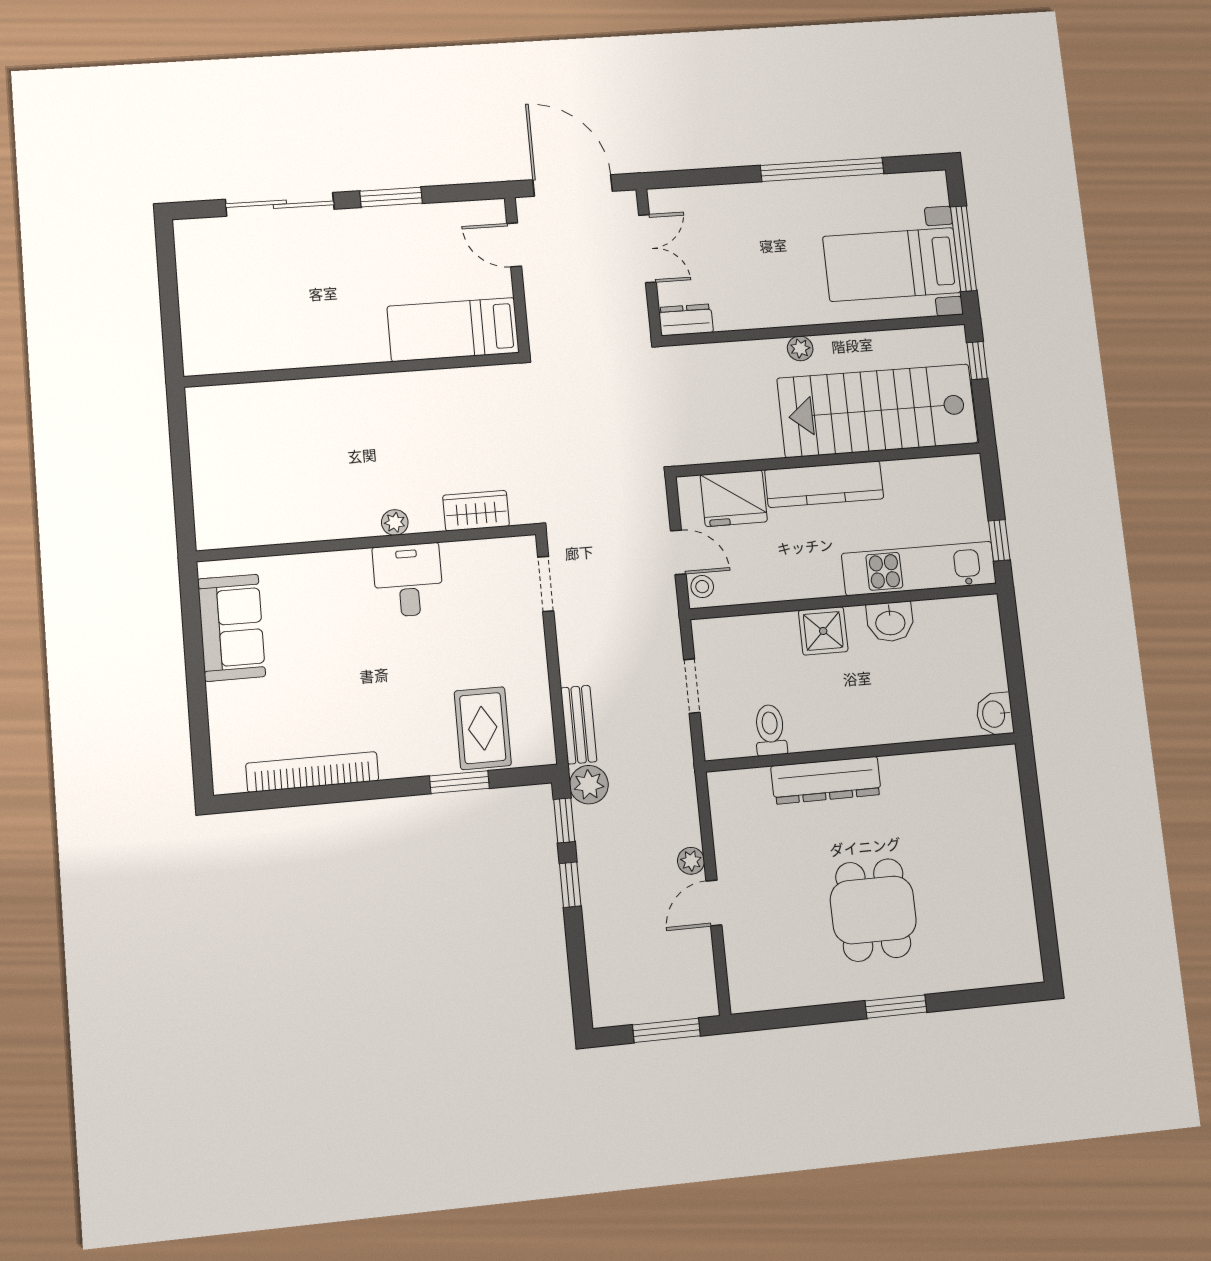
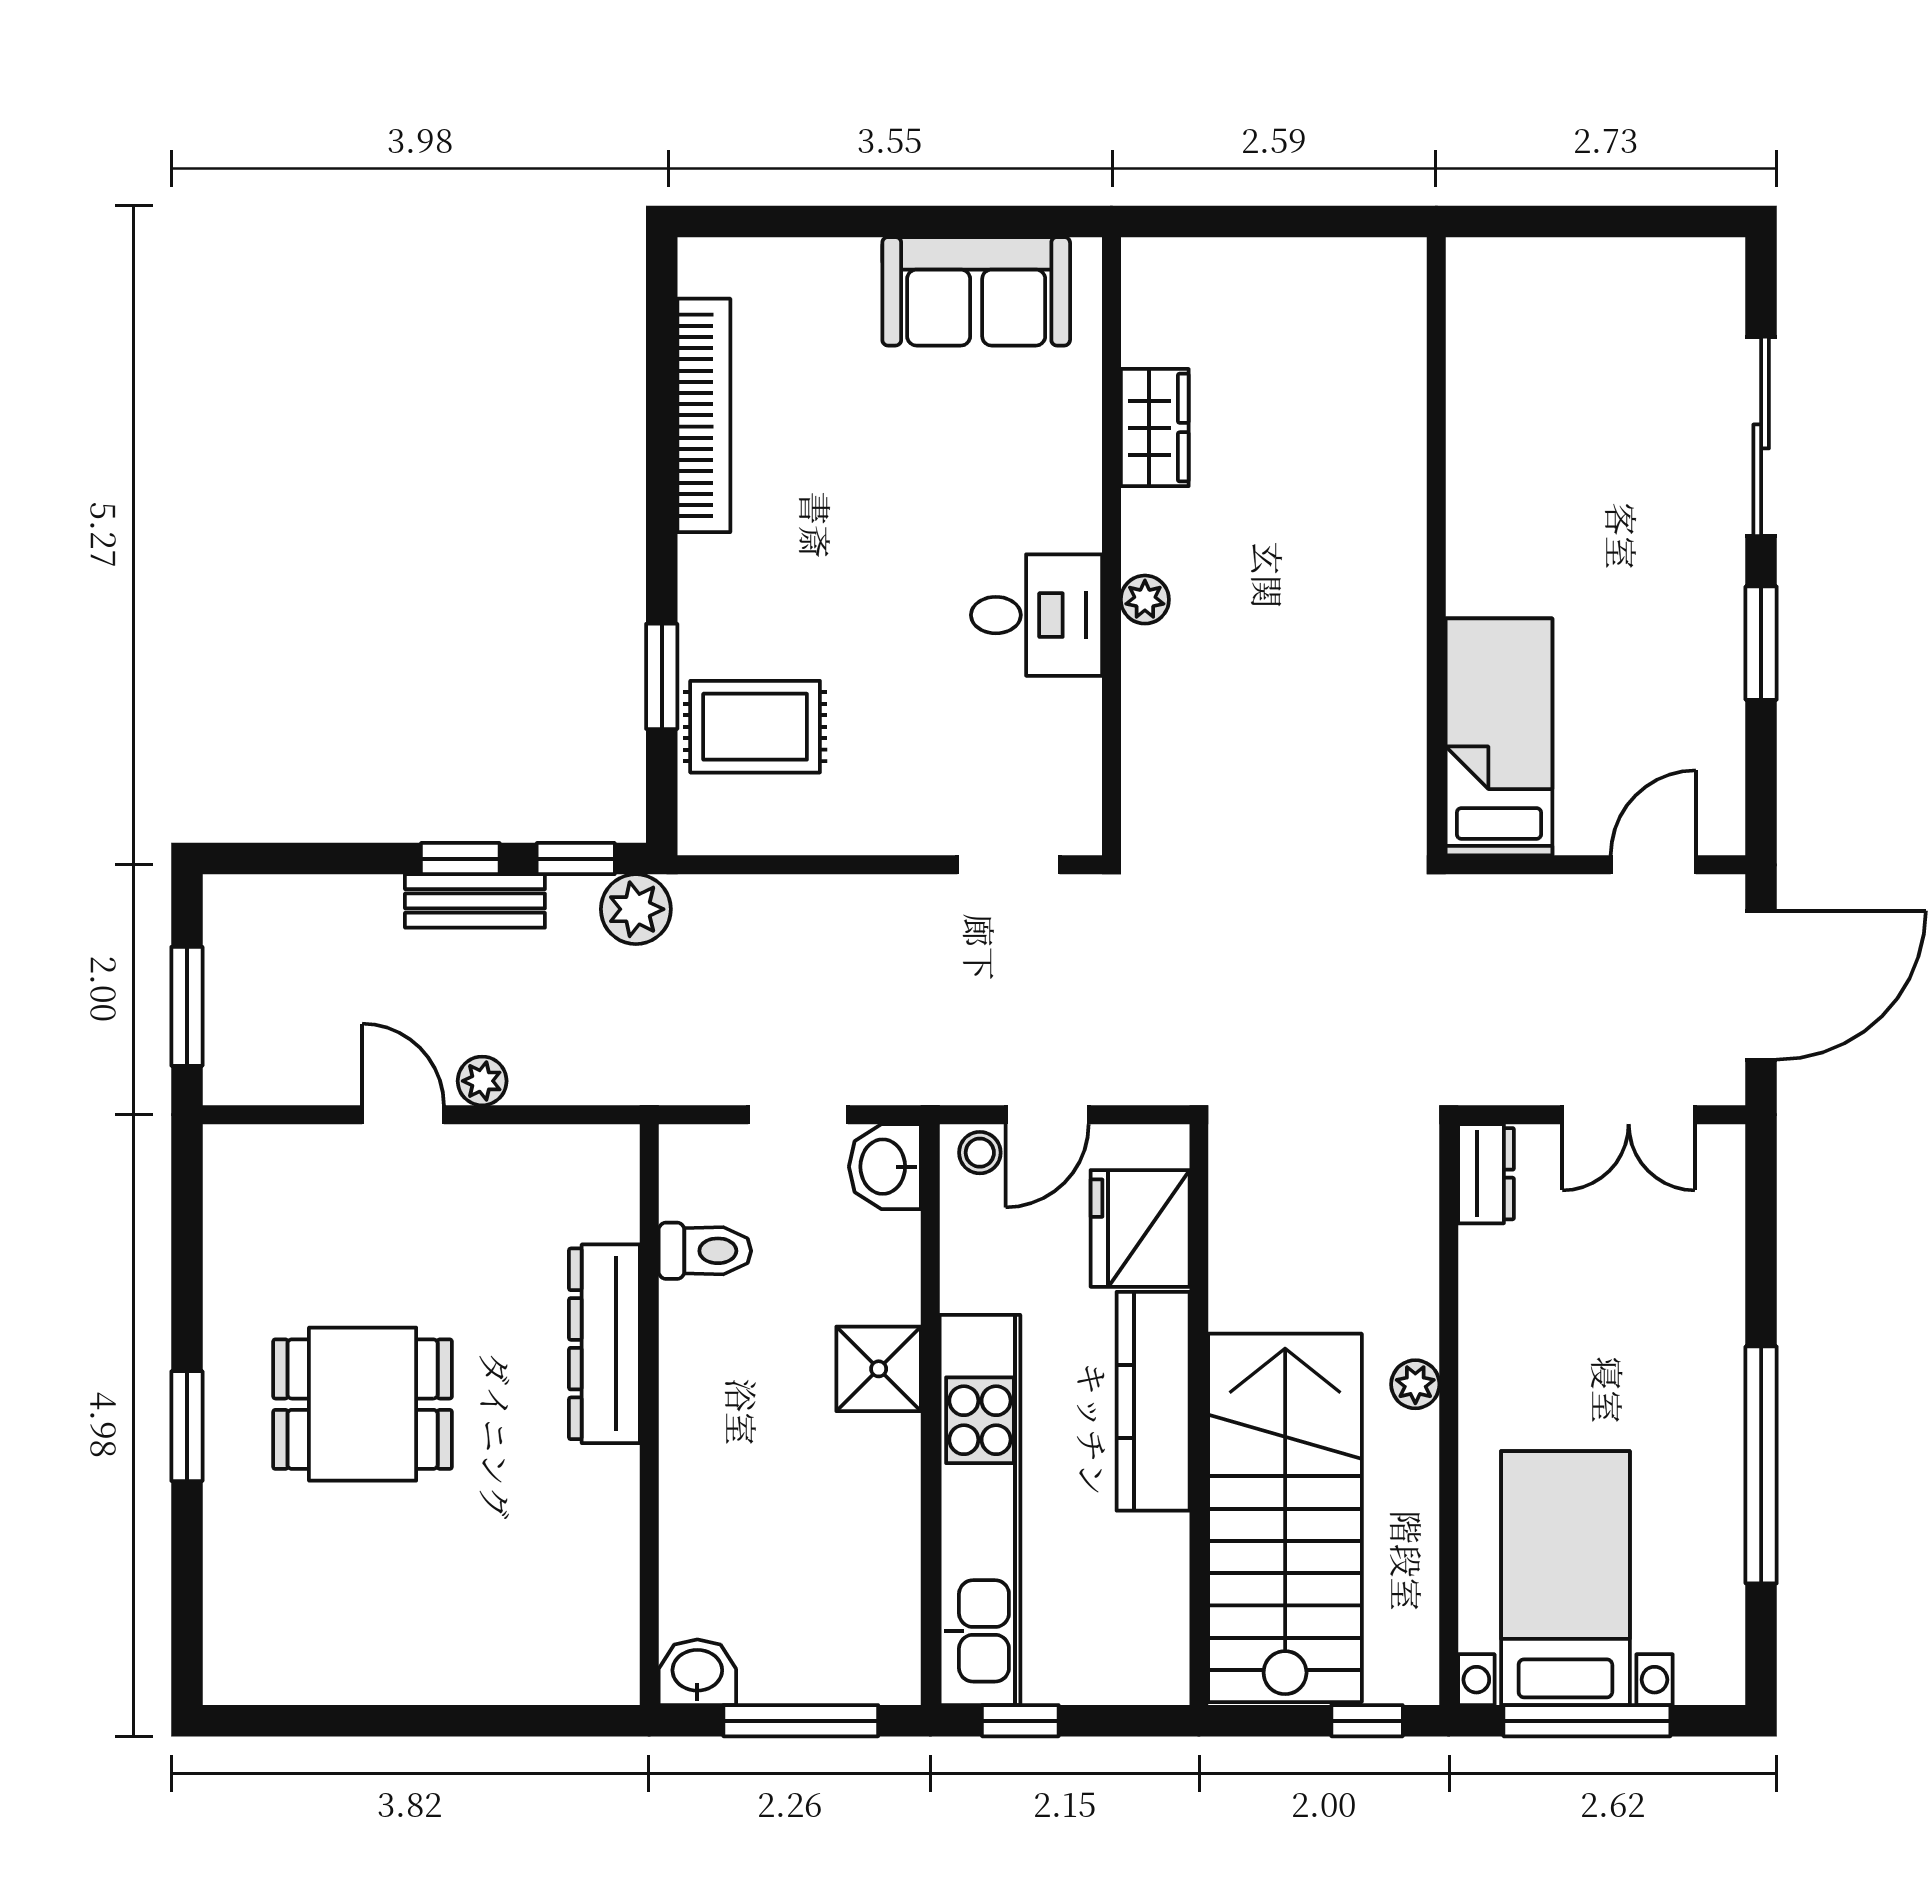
wardrobe: (476, 511) -> (1155, 428), moved
kitchen unit: (919, 568) -> (980, 1510), width x1.36
washbasin: (890, 622) -> (885, 1167), moved
window: (1013, 656) -> (801, 1721), added
bench: (579, 725) -> (475, 901), moved

